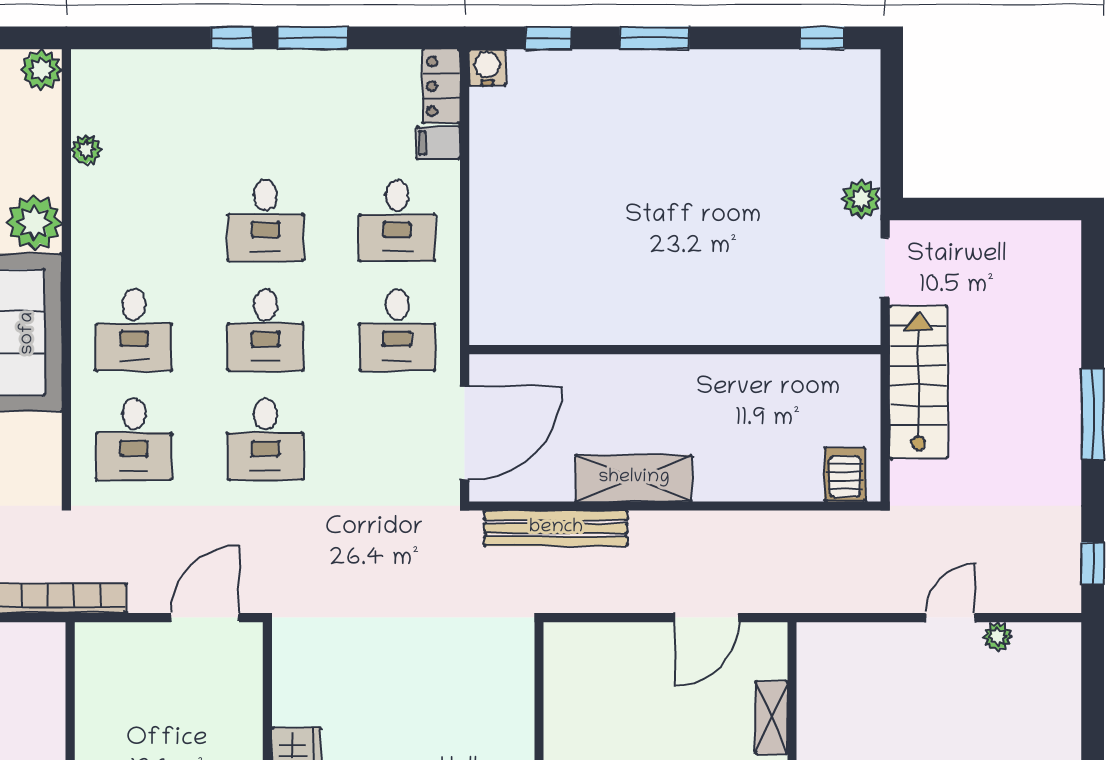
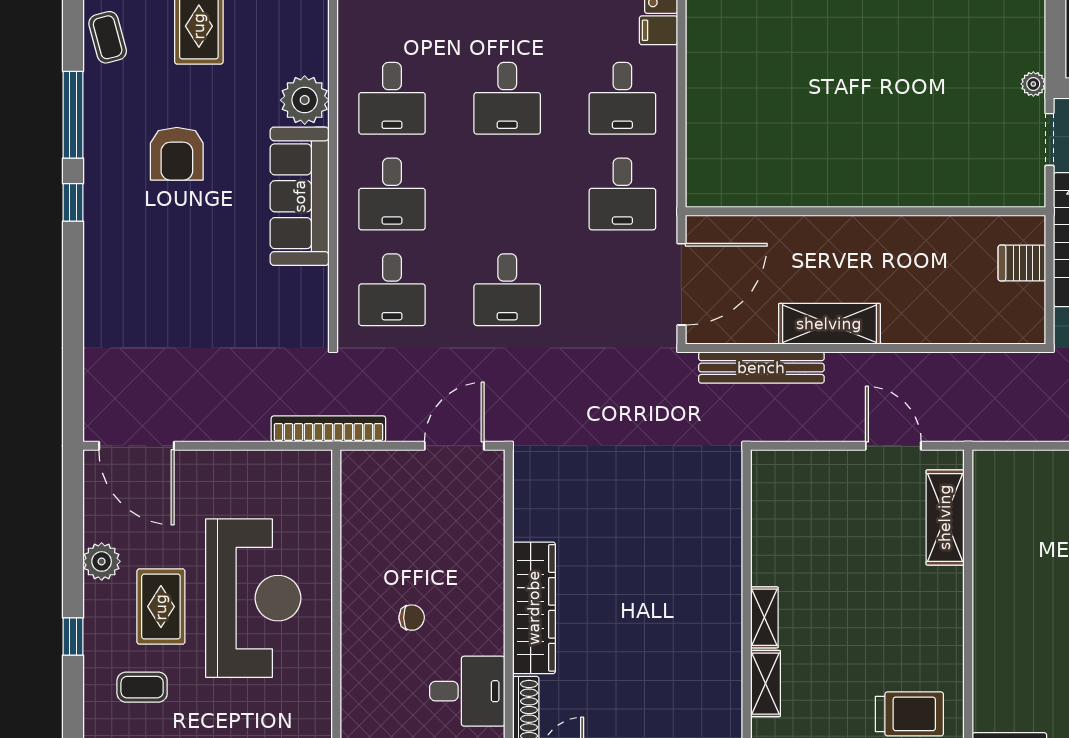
plant: (86, 150) -> (350, 36), removed
plant: (861, 199) -> (1033, 84), width x0.73, depth x0.73
desk: (266, 330) -> (392, 98), moved
server rack: (845, 474) -> (1022, 263), moved, turned -90
door: (707, 618) -> (893, 446), swing flipped
shelving: (771, 718) -> (945, 517), width x1.50, depth x1.33

